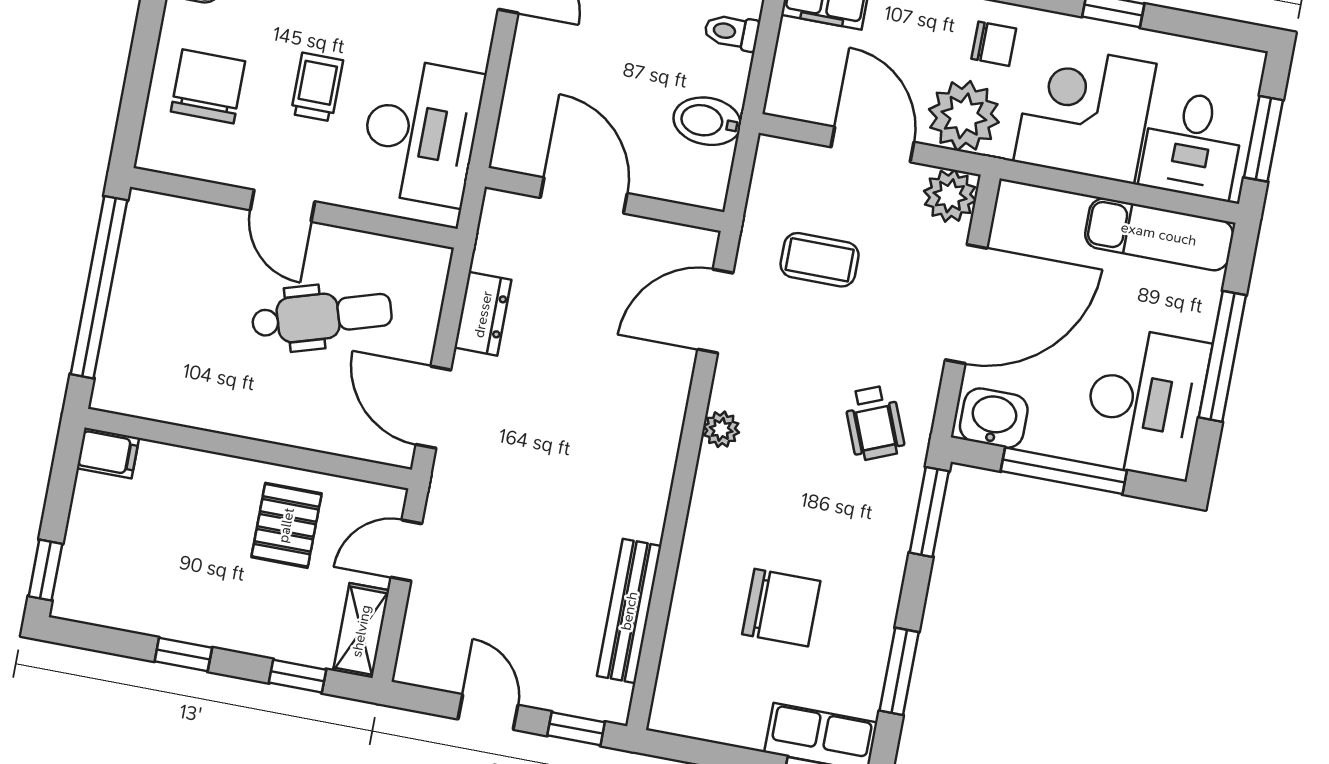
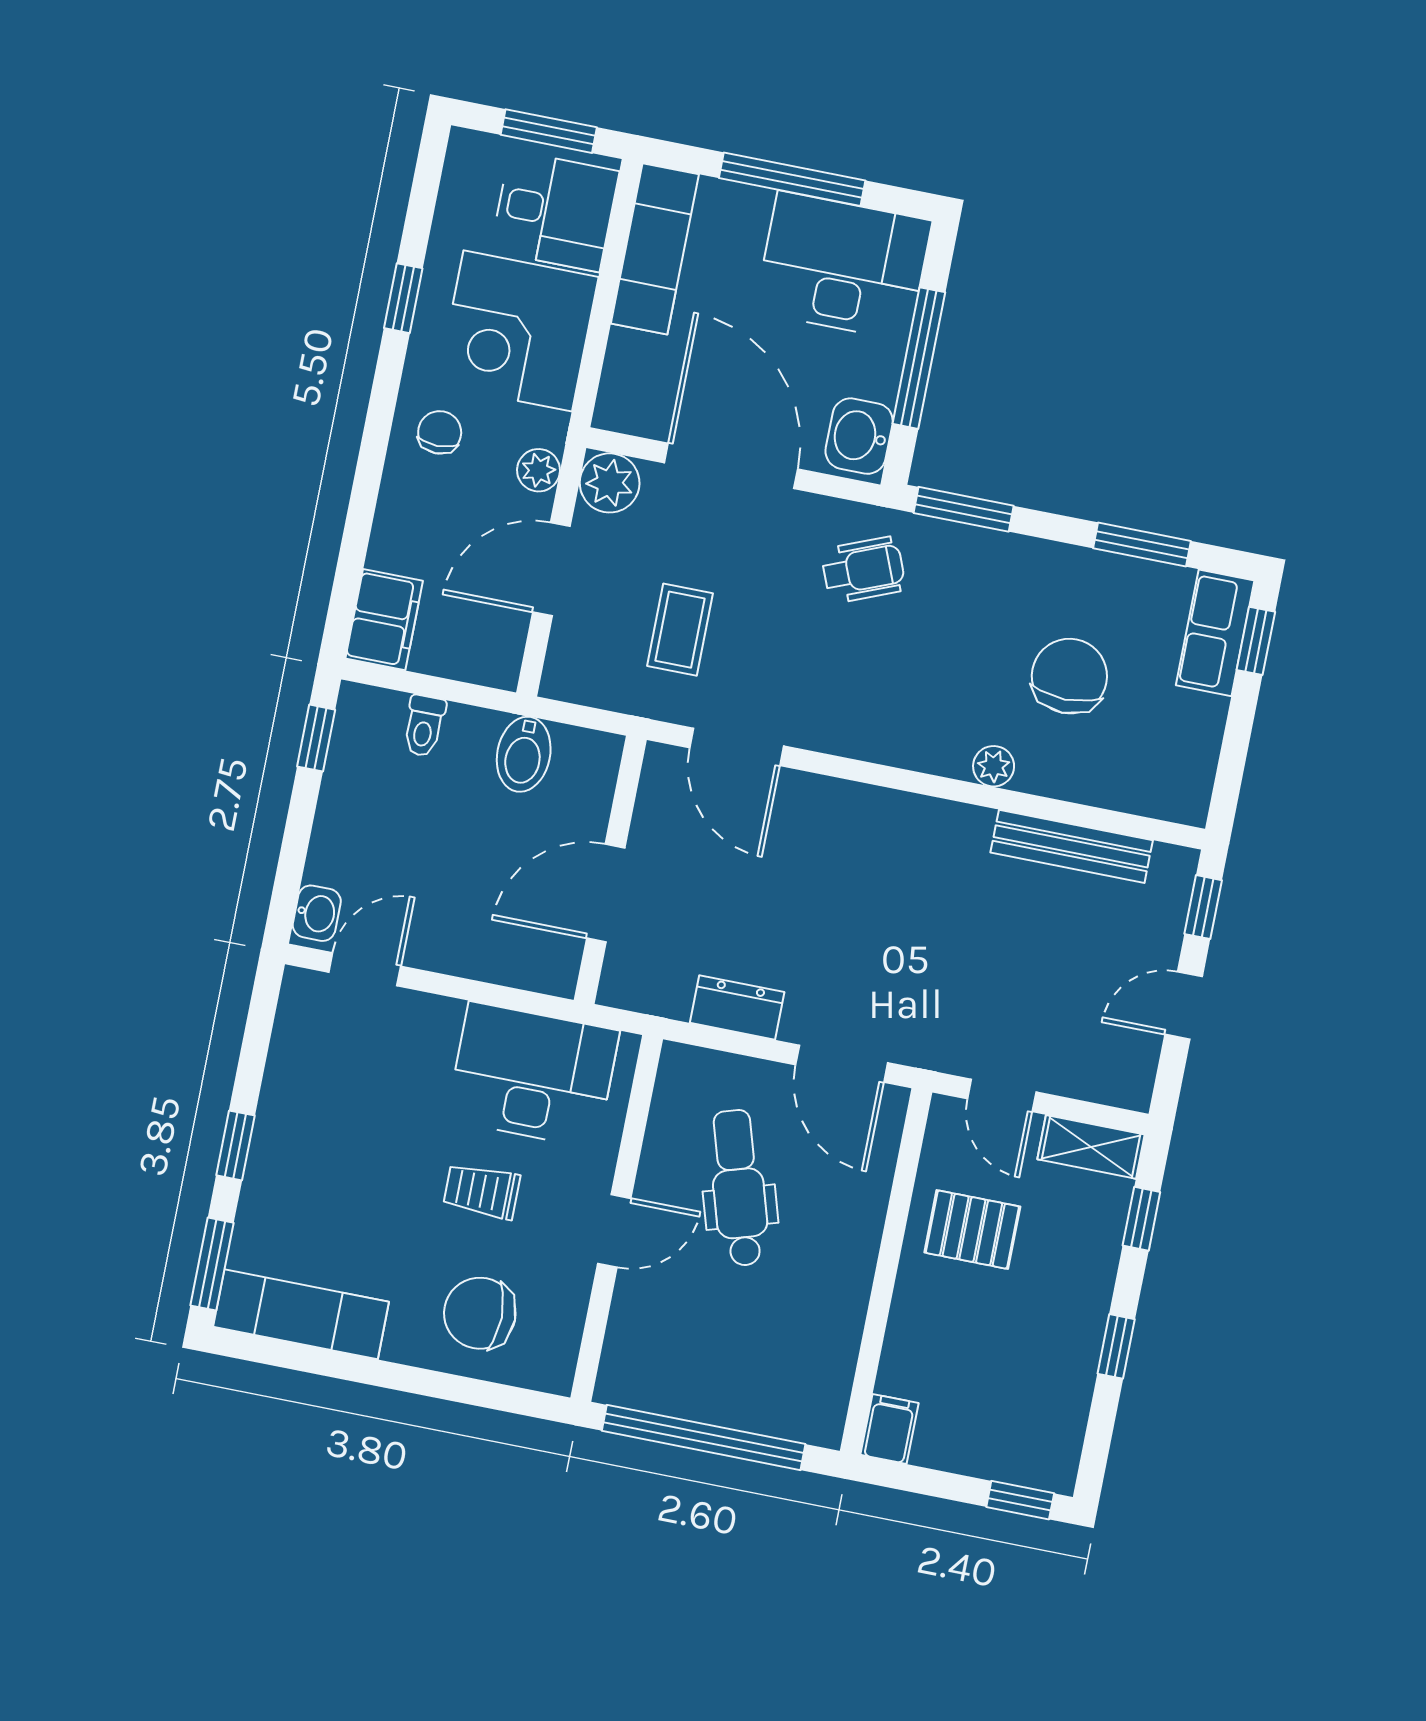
plant: (964, 116) -> (539, 470), width x0.53, depth x0.53
door: (433, 407) -> (842, 1064), hinge flipped
plant: (721, 429) -> (994, 766), moved

